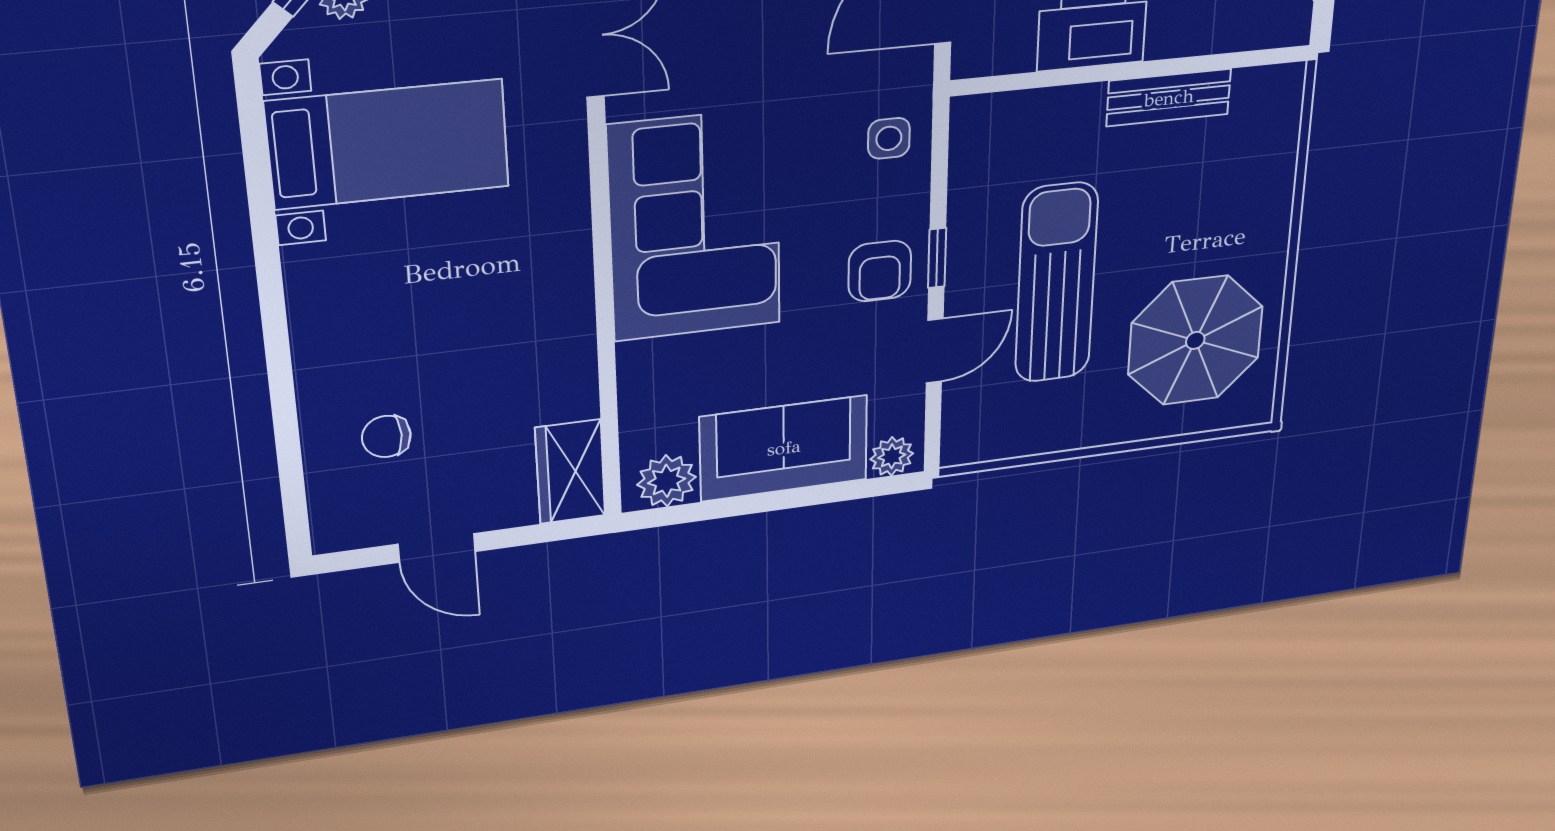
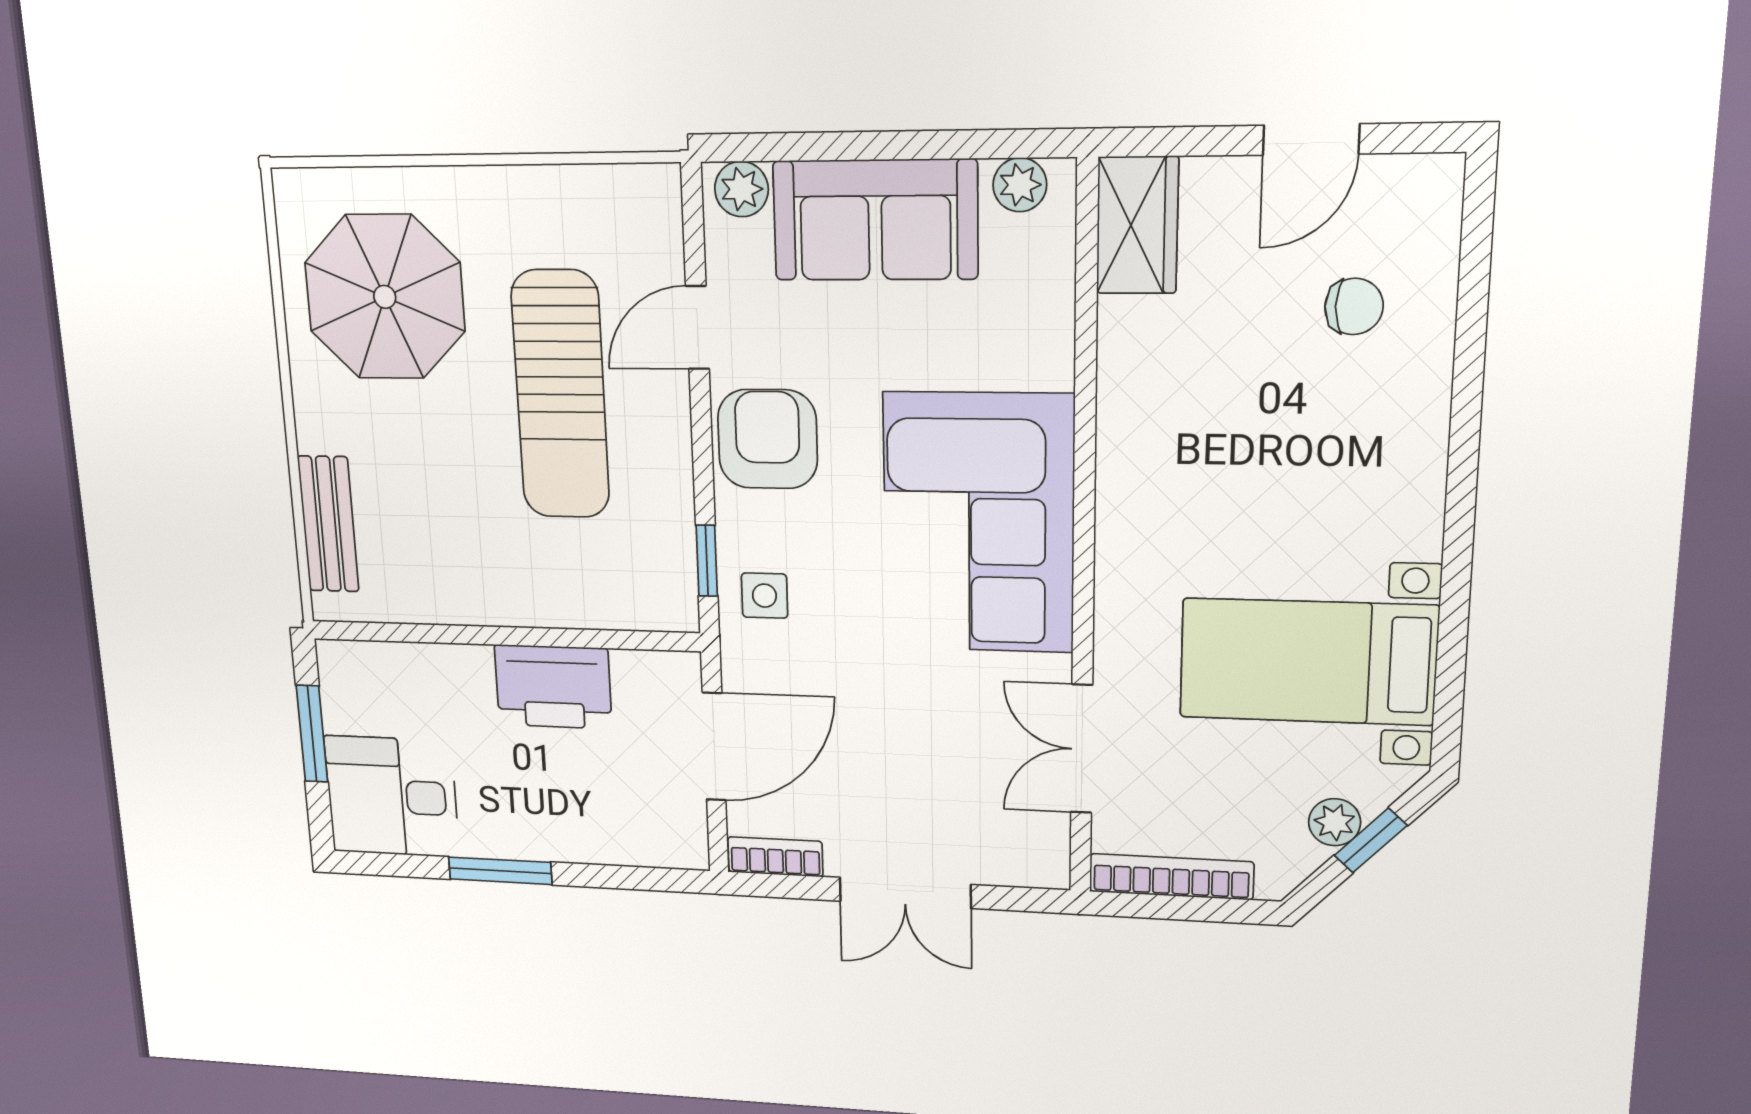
bench: (1169, 98) -> (328, 524), moved, turned 90
window: (937, 258) -> (707, 561), moved
armchair: (880, 271) -> (767, 439), width x1.38, depth x1.38
plant: (667, 481) -> (1020, 185), width x0.73, depth x0.73
door: (437, 548) -> (1311, 139), swing flipped

